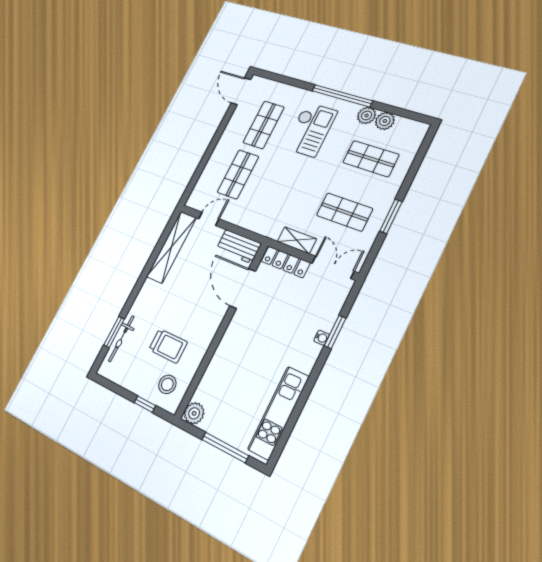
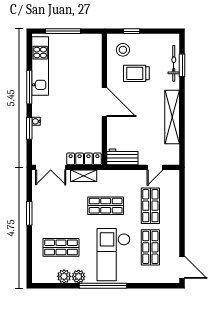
checkout: (310, 129) -> (114, 255), width x1.36, depth x1.21
shop shelf: (344, 212) -> (106, 206), moved
shelving: (171, 247) -> (172, 117), moved
door: (243, 289) -> (104, 102), moved
window: (307, 390) -> (29, 87), added
plant: (194, 413) -> (94, 41), removed

